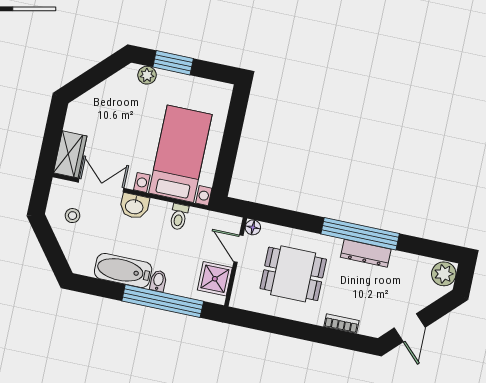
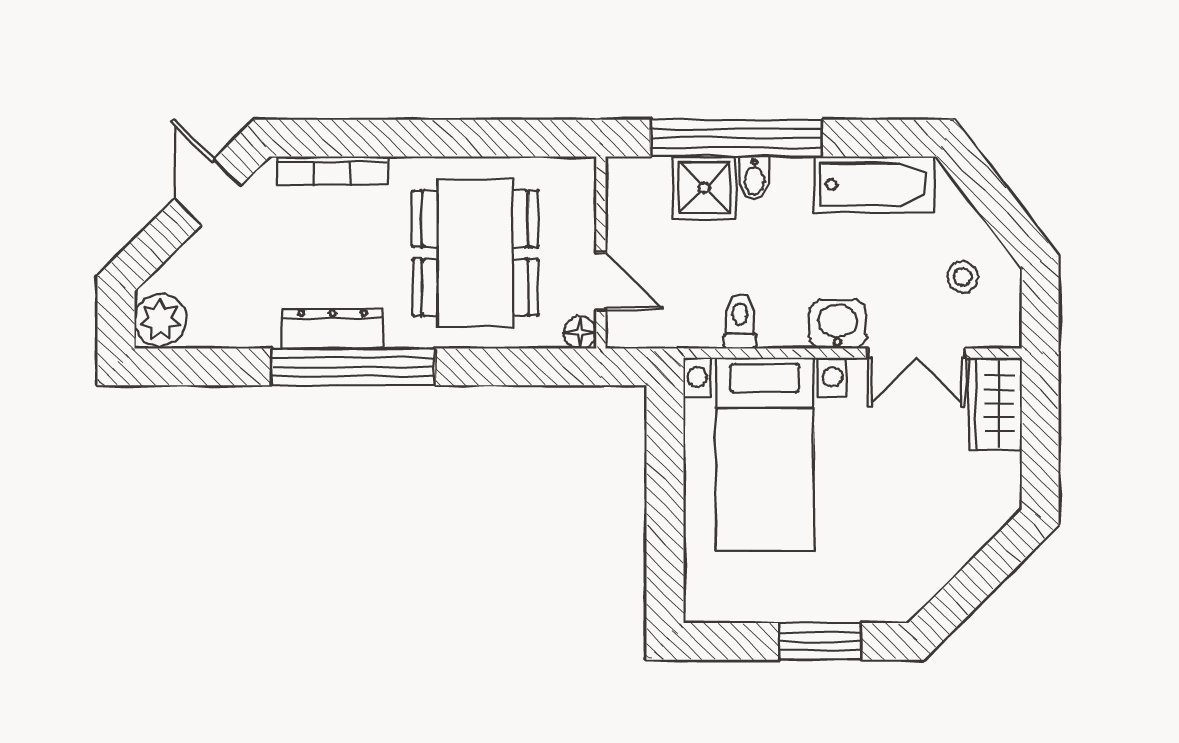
plant: (147, 75) -> (869, 604), removed
bathtub: (123, 270) -> (875, 185), moved
dining table: (293, 274) -> (475, 253), width x1.38
shower: (215, 279) -> (704, 188), moved
bookcase: (341, 324) -> (332, 171), width x1.56

